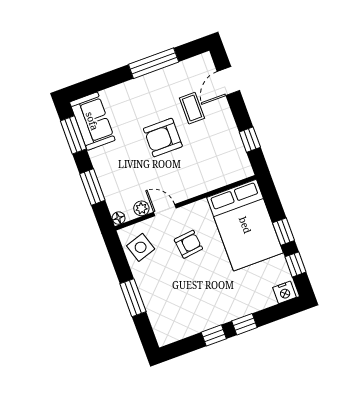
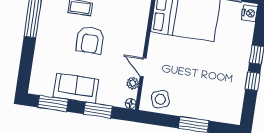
sofa: (92, 121) -> (76, 88), moved
door: (165, 210) -> (143, 67), hinge flipped
armchair: (188, 244) -> (177, 64), removed

